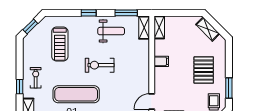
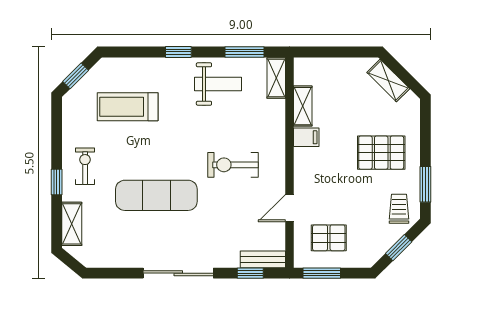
shelving: (159, 27) -> (303, 106), moved
treadmill: (60, 44) -> (128, 107), turned 90
exercise bike: (100, 65) -> (233, 165), moved
pallet: (204, 70) -> (381, 153), turned 90

